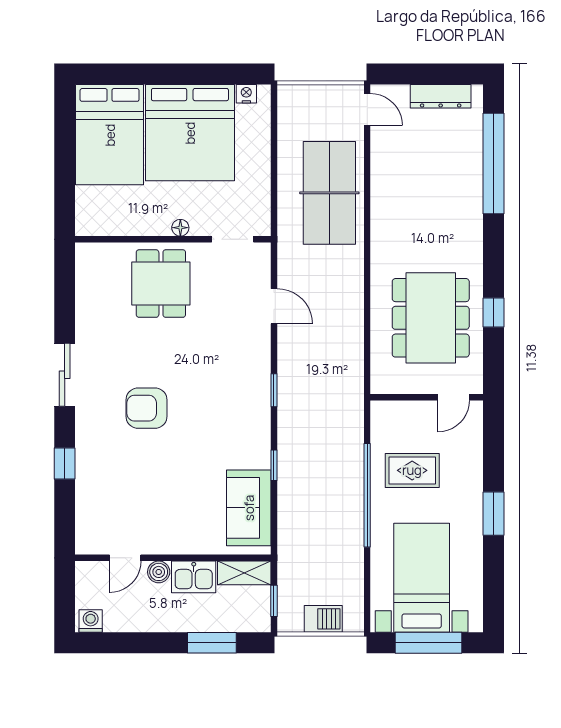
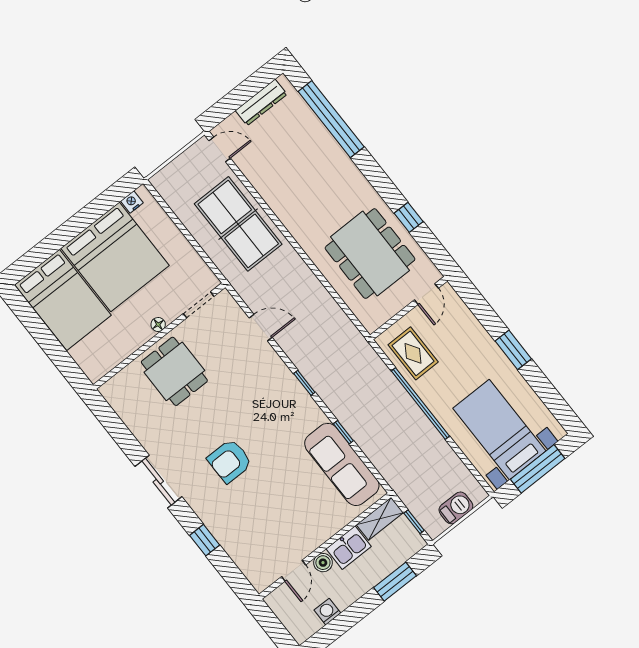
rug: (412, 470) -> (413, 353), moved, turned 90
sofa: (249, 508) -> (342, 464), width x1.36
washing machine: (91, 621) -> (327, 612), moved

